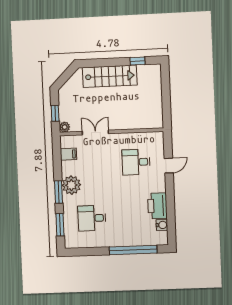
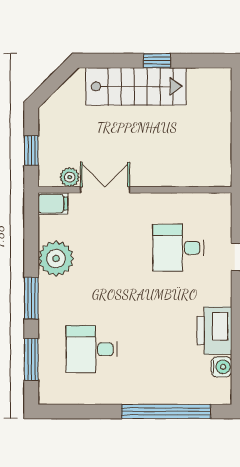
window: (137, 61) -> (157, 61), moved
plant: (65, 127) -> (70, 177), moved
filing cabinet: (68, 154) -> (53, 204), moved
plant: (71, 185) -> (56, 259), moved

